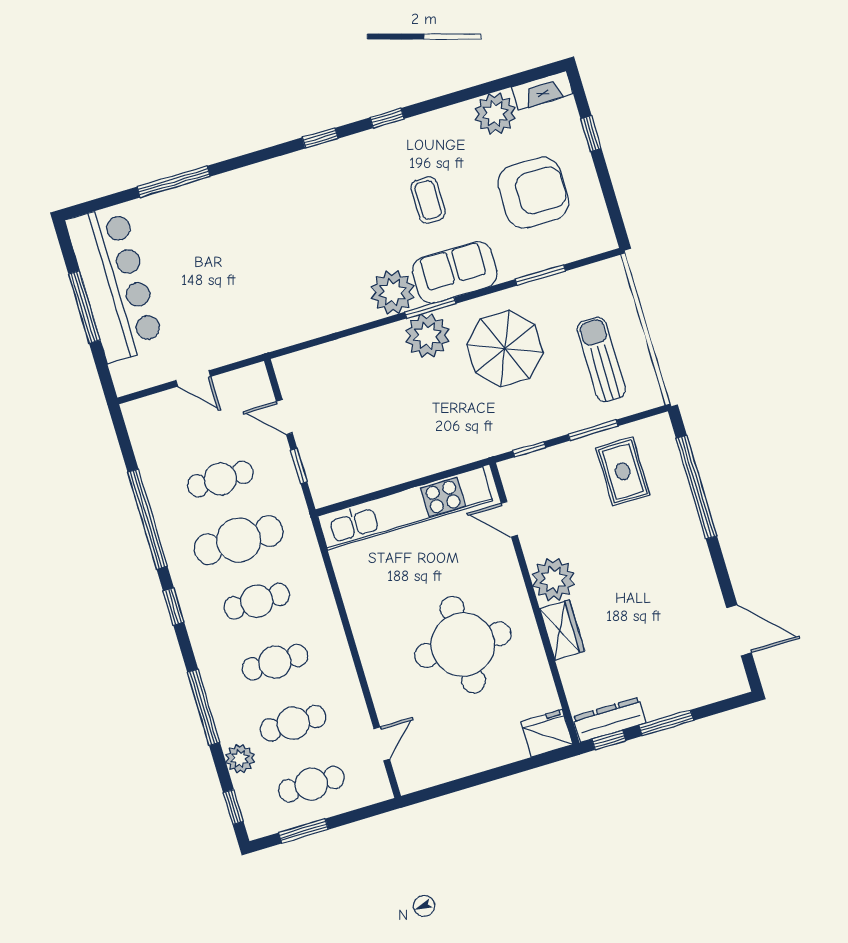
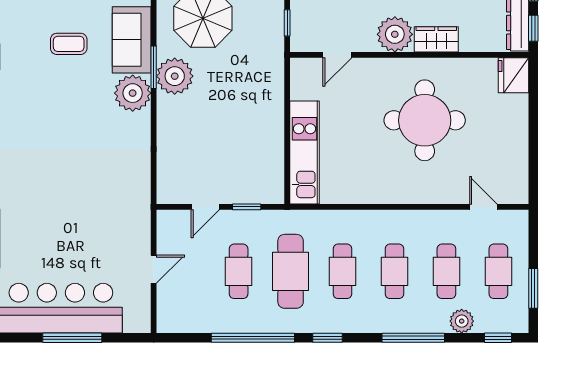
kitchen unit: (405, 508) -> (305, 152), width x0.73

